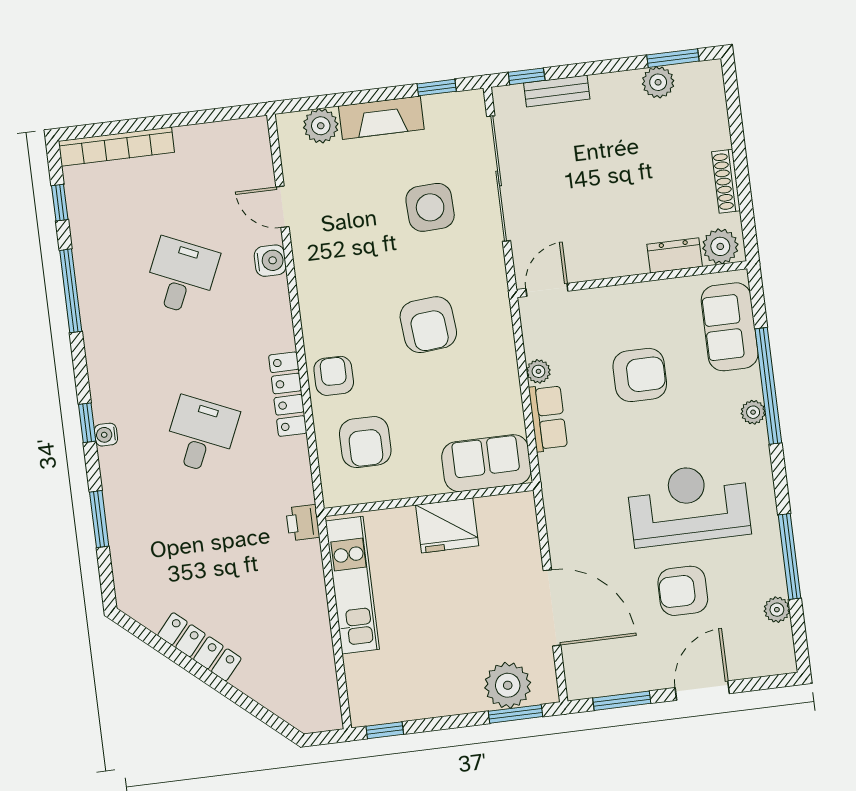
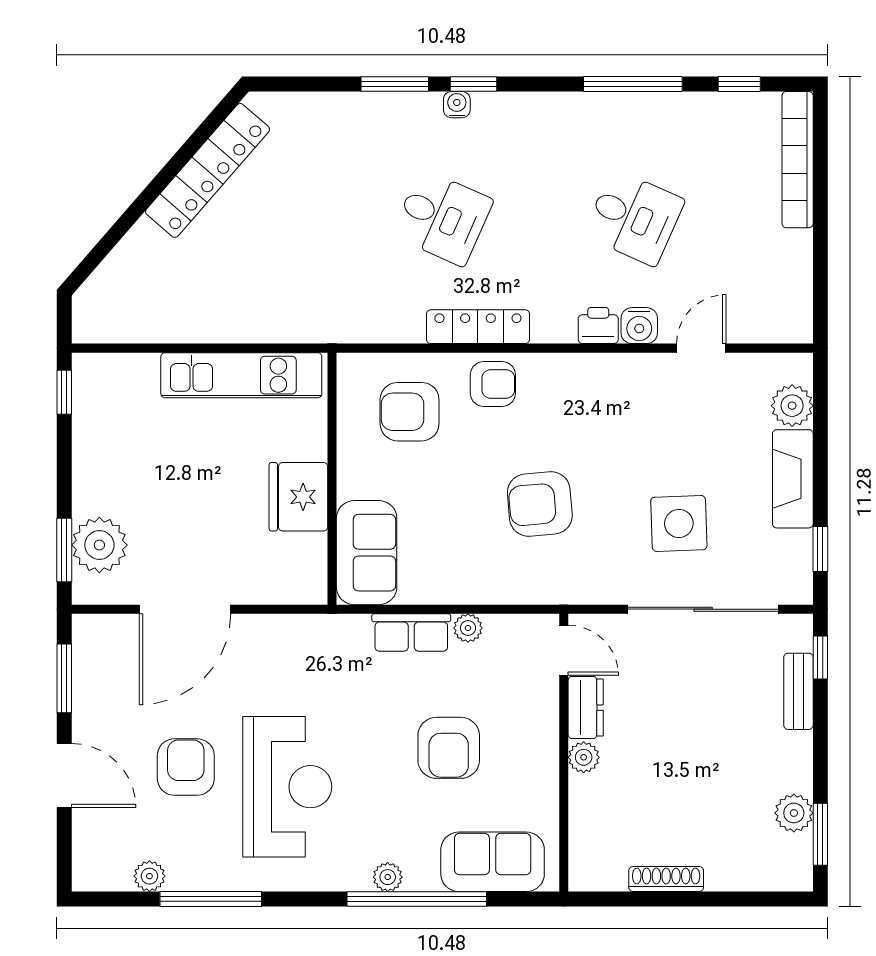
plant: (720, 246) -> (584, 757), moved, width x0.73, depth x0.73
dresser: (675, 255) -> (586, 708), moved
window: (99, 519) -> (395, 84), moved
printer: (303, 523) -> (598, 326), moved
locker: (199, 647) -> (208, 170), width x1.41, depth x1.21

